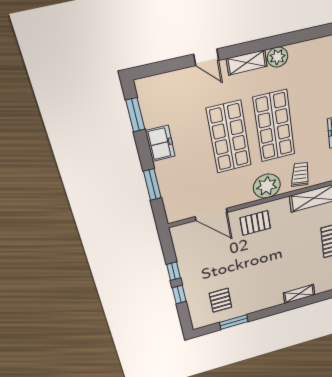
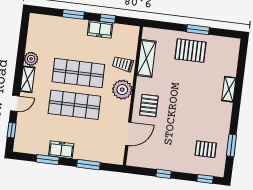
window: (165, 67) -> (12, 130), added
window: (135, 115) -> (48, 160), moved
window: (179, 295) -> (205, 179), moved

